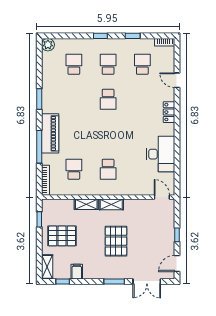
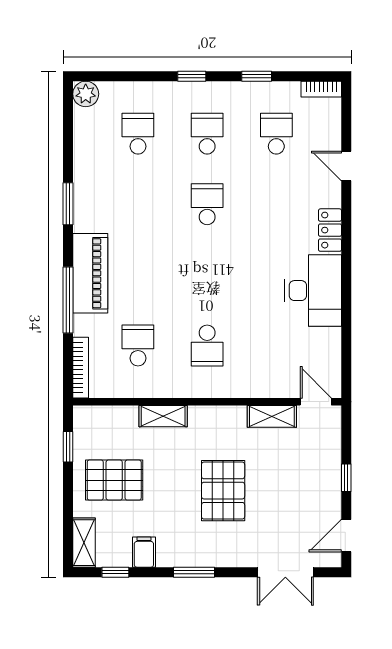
school desk: (108, 99) -> (207, 204), turned 180
desk: (161, 154) -> (313, 291), moved
shelving: (111, 204) -> (272, 416), moved
window: (114, 282) -> (194, 572), moved

